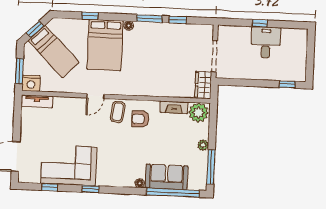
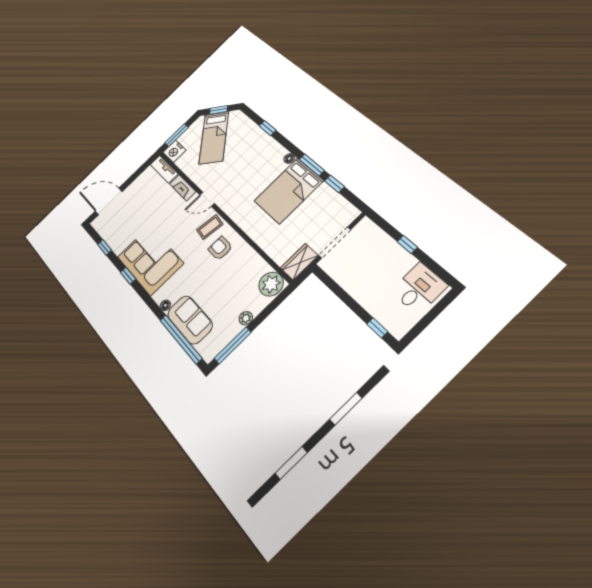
desk: (266, 42) -> (419, 288), moved
bed: (105, 45) -> (289, 191), moved
fireplace: (174, 107) -> (183, 188), moved
corner sofa: (69, 165) -> (150, 260), moved

